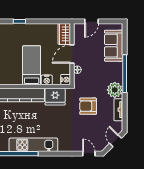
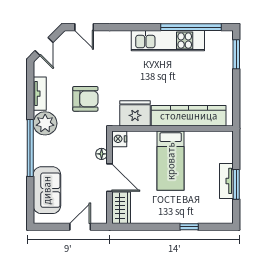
door: (72, 54) -> (110, 178), hinge flipped
nightstand: (47, 80) -> (148, 138), removed

